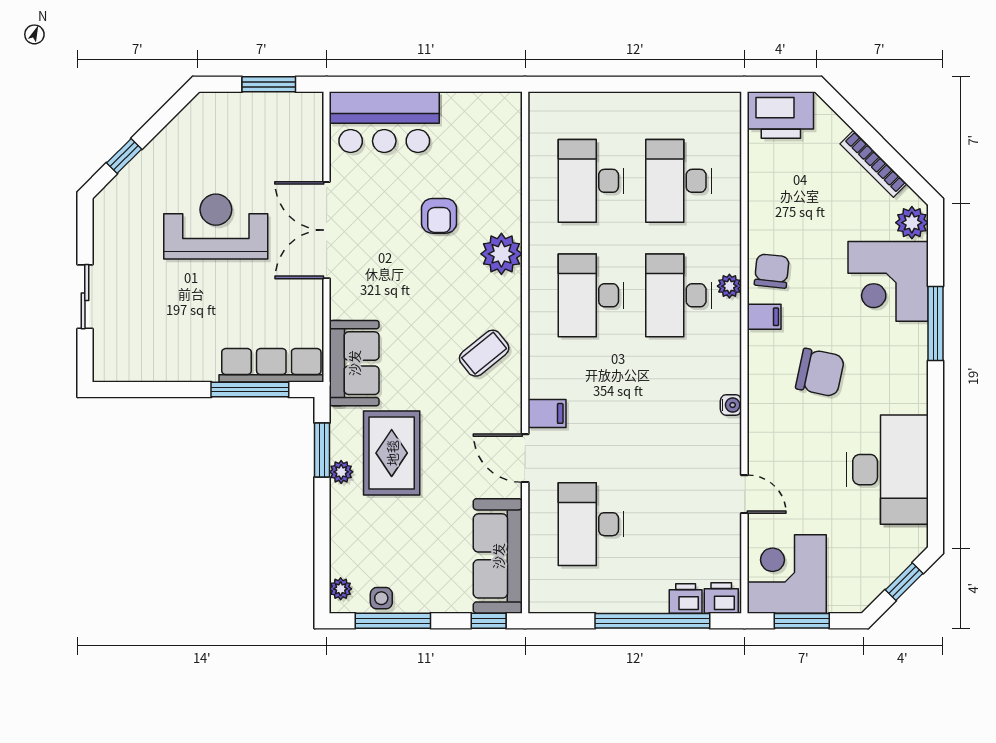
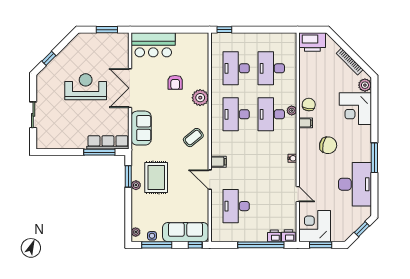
window: (562, 84) -> (224, 30), added
window: (935, 324) -> (374, 158), moved
sofa: (354, 363) -> (141, 128), moved
sofa: (498, 556) -> (186, 232), moved, turned 90

